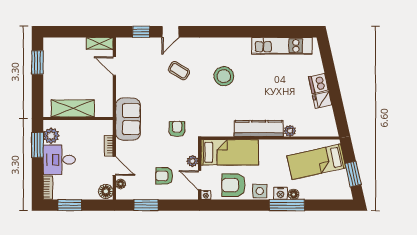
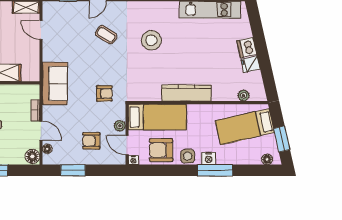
armchair: (177, 129) -> (104, 93), turned 90
plant: (290, 131) -> (244, 95), moved
floor lamp: (294, 194) -> (267, 159), moved

